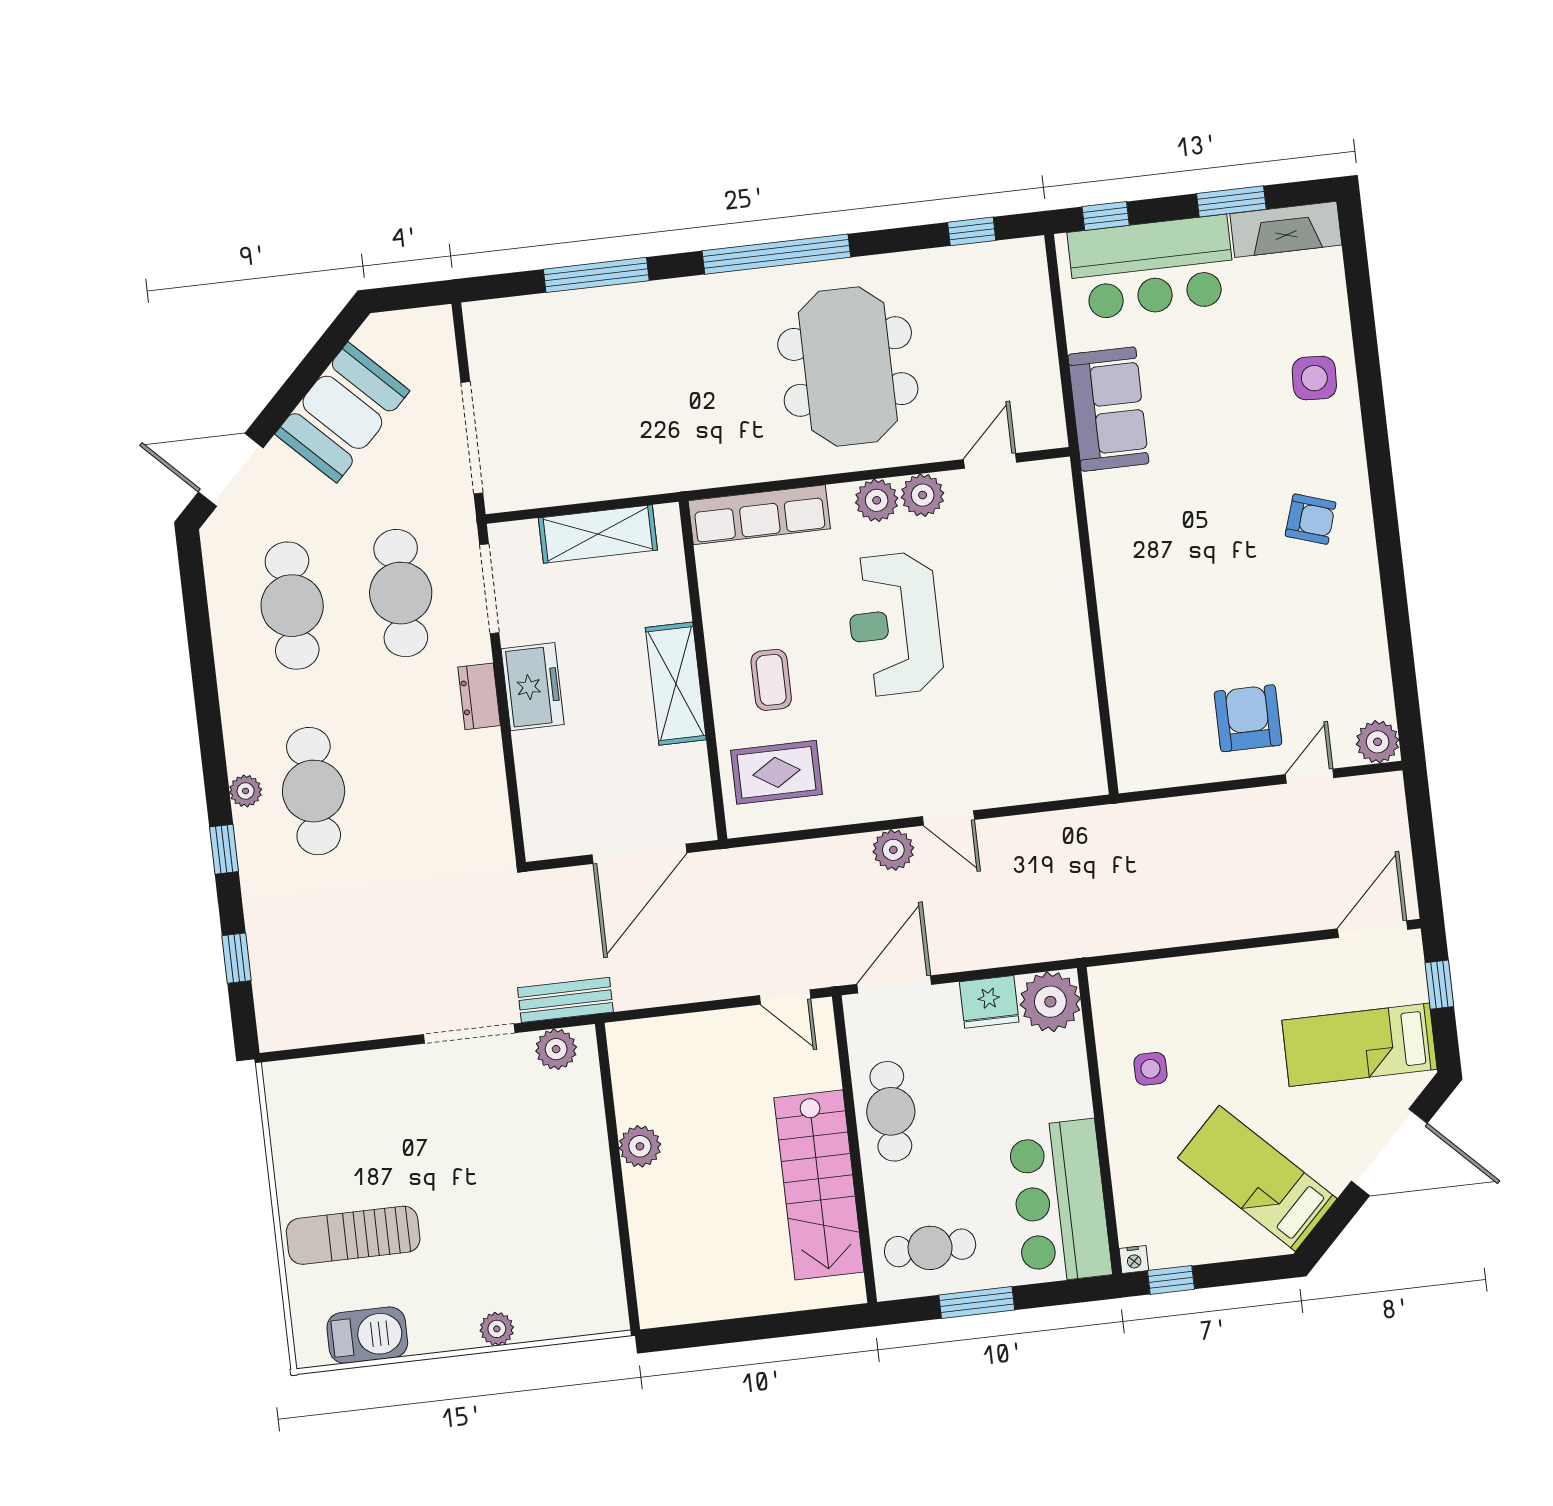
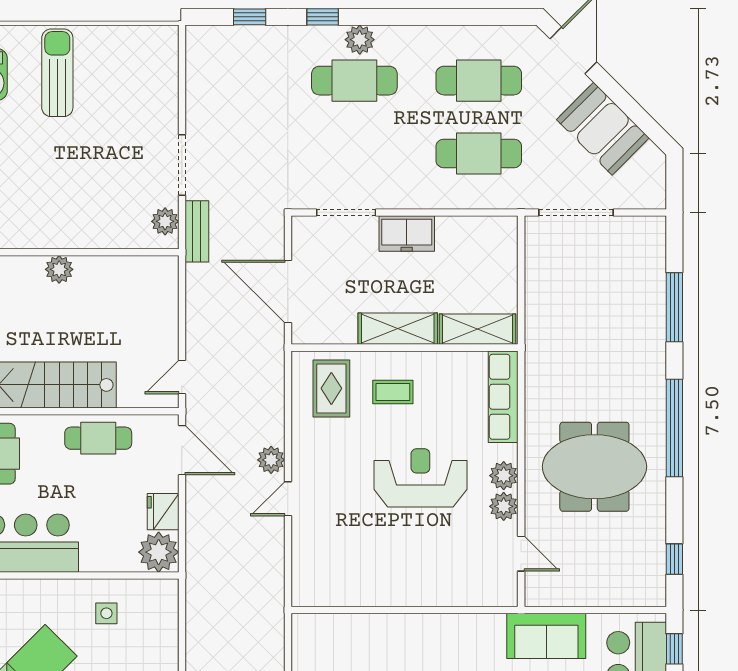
shelving: (598, 534) -> (478, 329), moved, turned 90
doorway: (489, 589) -> (346, 212), moved
dresser: (479, 696) -> (404, 197), removed
plant: (245, 791) -> (360, 40), width x1.38, depth x1.38
plant: (640, 1146) -> (59, 269), moved

